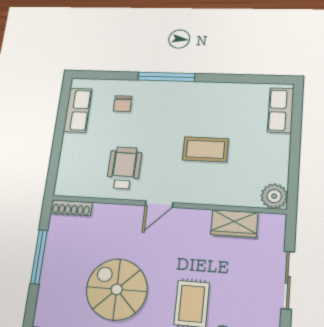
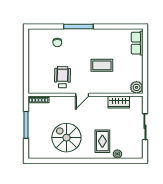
row of seats: (78, 110) -> (34, 47), removed

